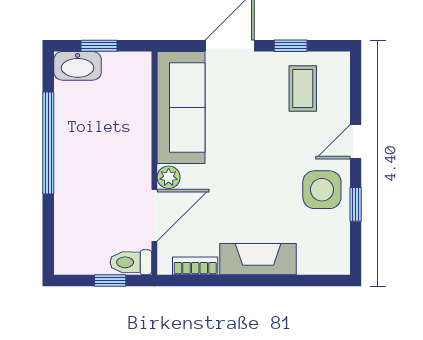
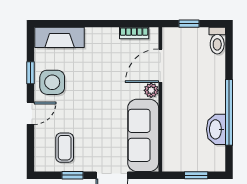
washbasin: (78, 66) -> (216, 129), moved, turned -90
fireplace: (258, 259) -> (60, 37), moved
toilet: (131, 262) -> (217, 41), moved, turned 90

